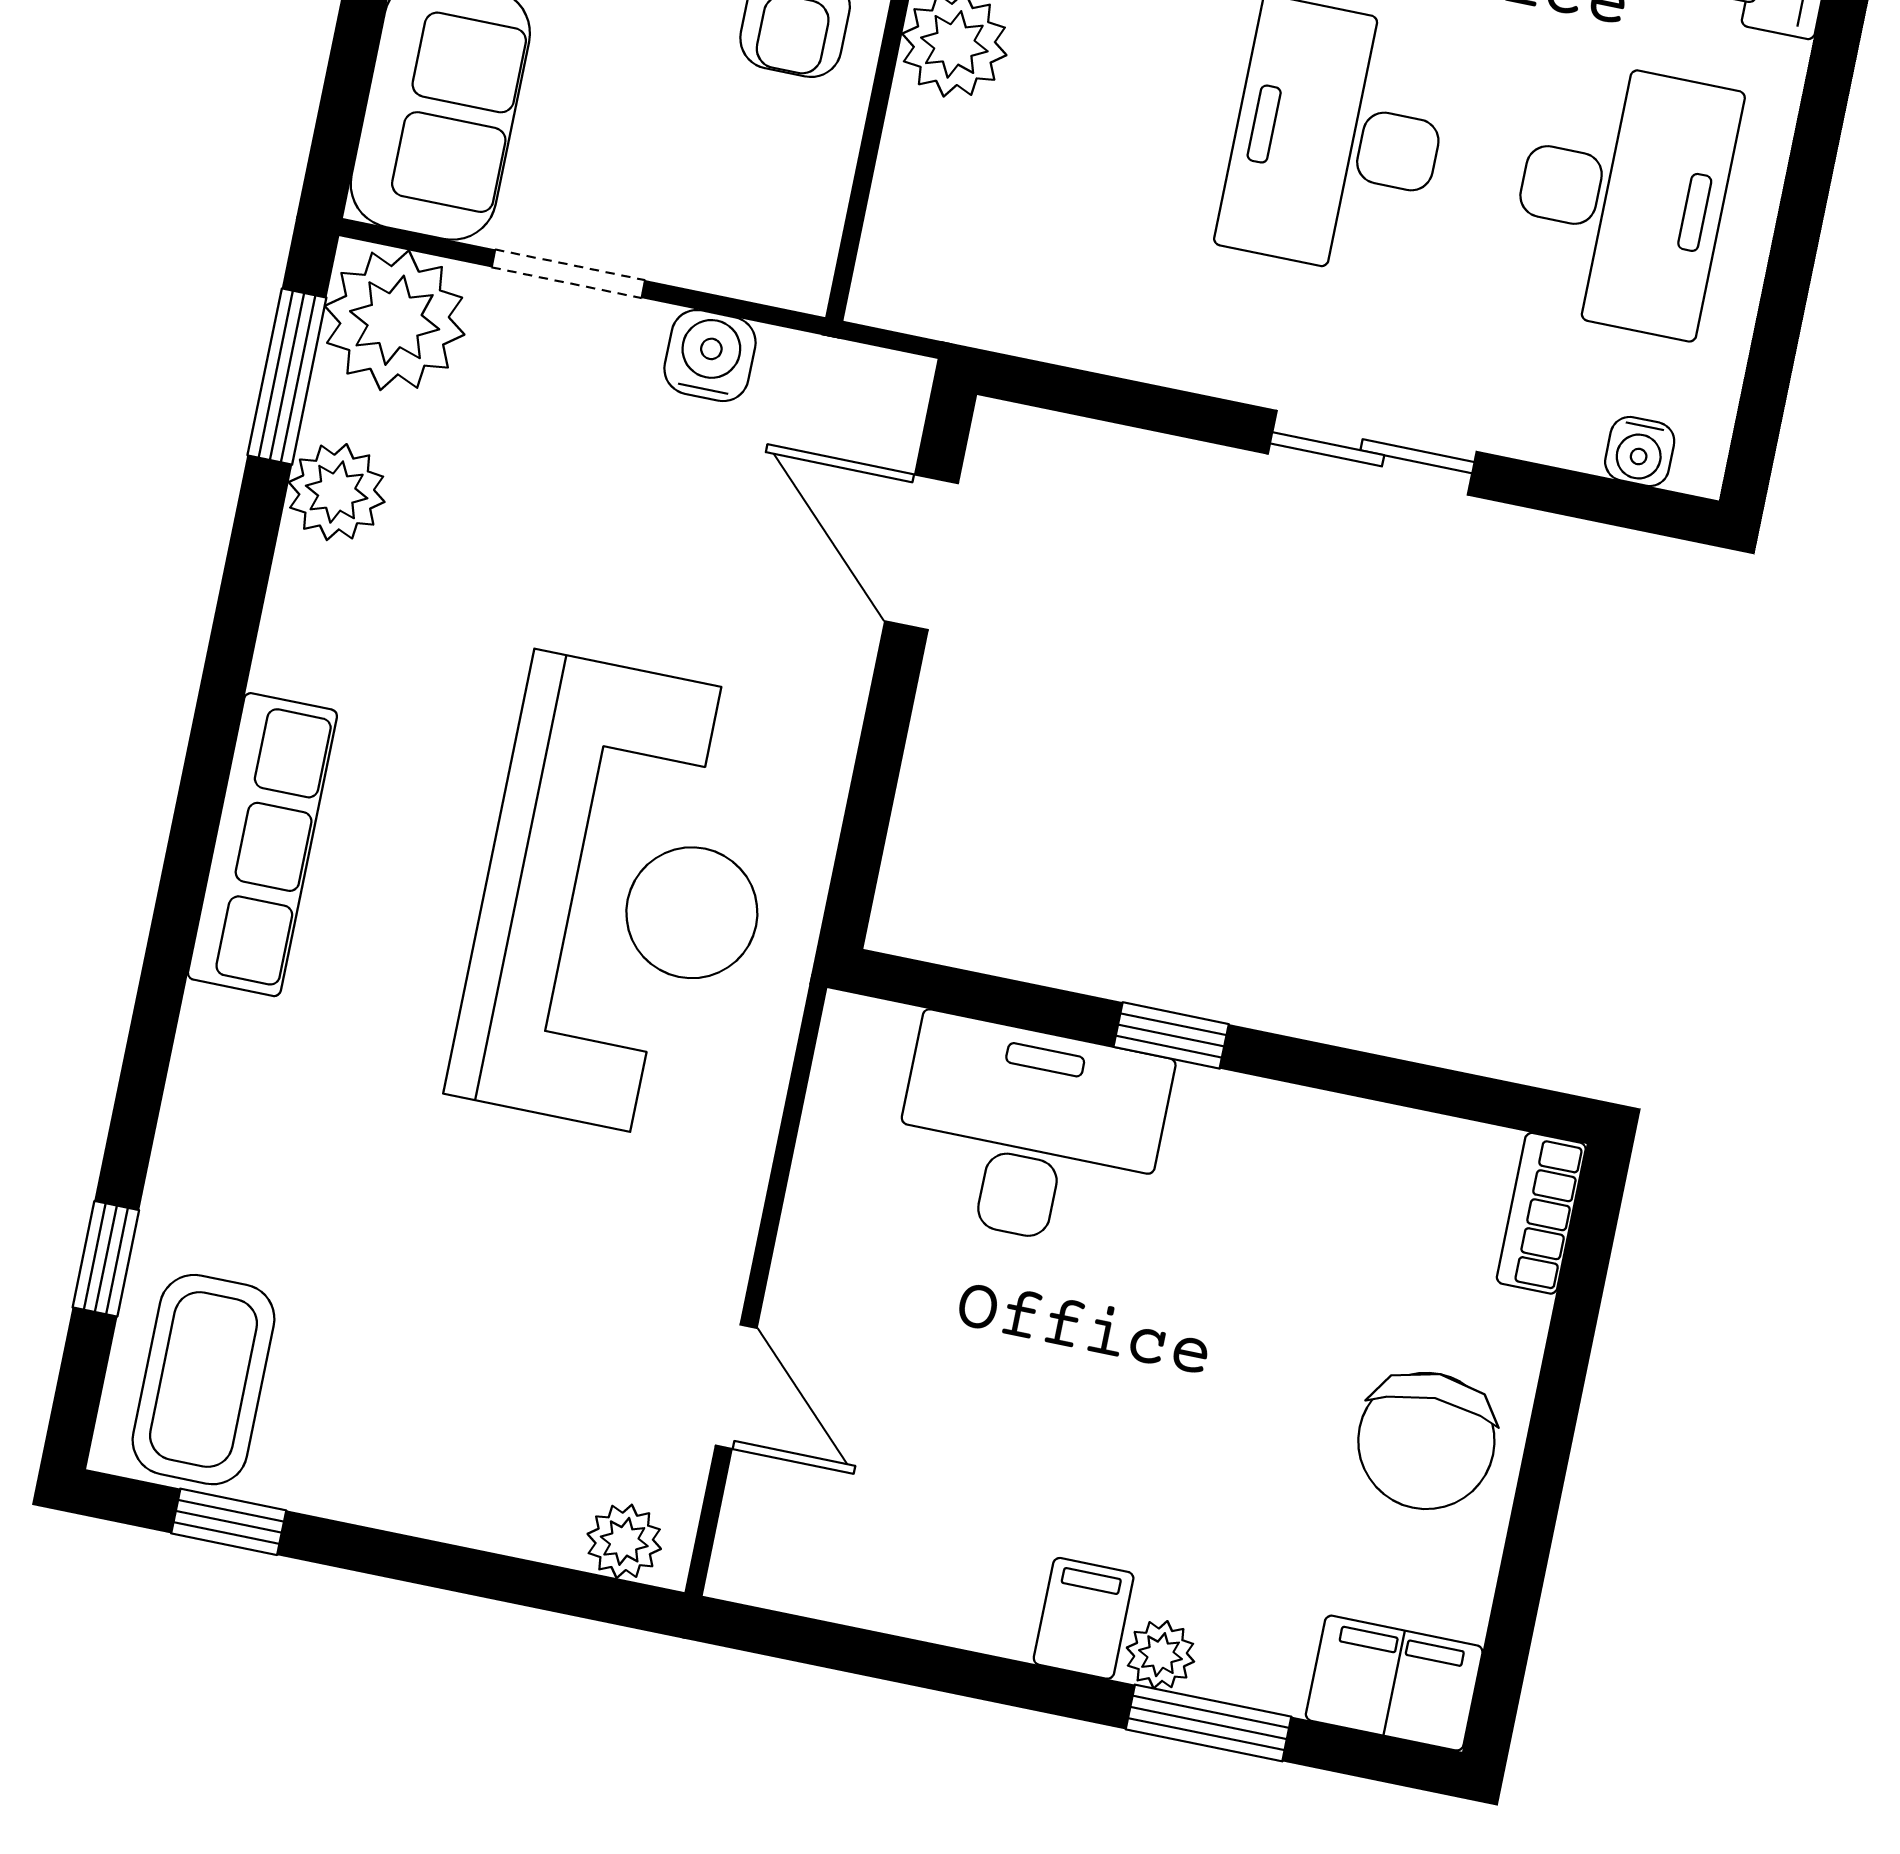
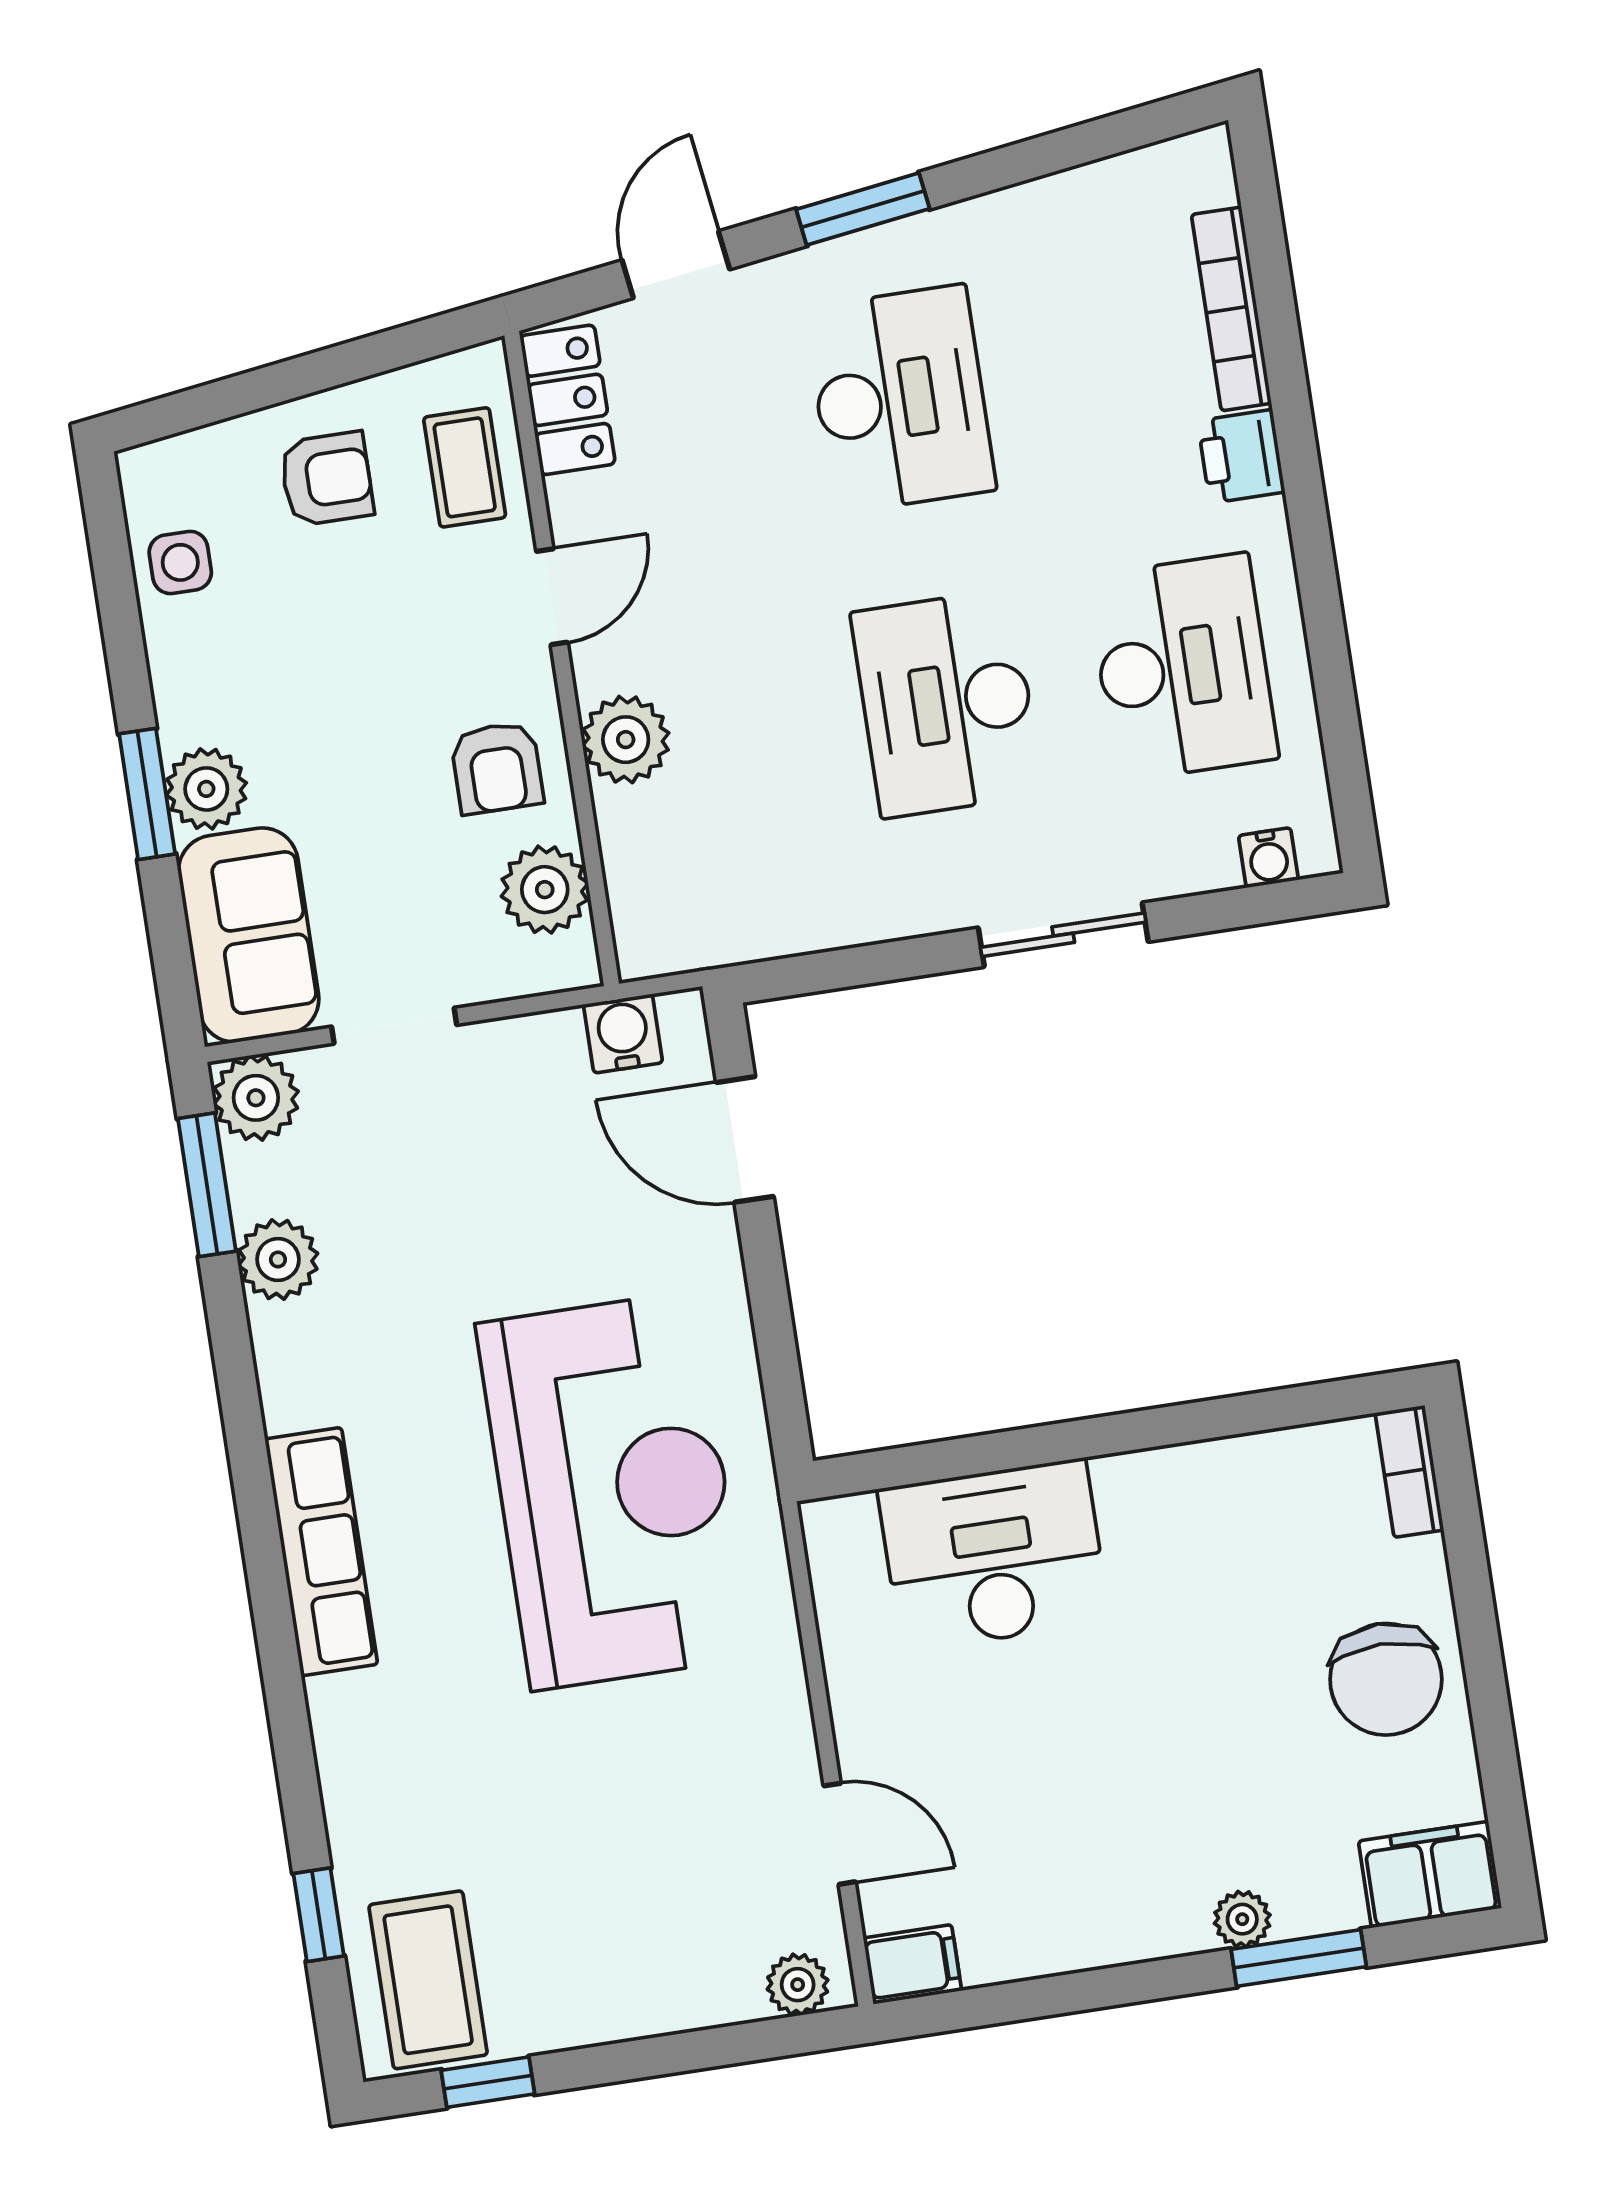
plant: (798, 182) -> (545, 890), added
plant: (395, 320) -> (256, 1098), width x0.73, depth x0.73
water cooler: (710, 356) -> (623, 1034), moved
window: (1171, 1035) -> (1074, 1440), removed
filing cabinet: (1084, 1618) -> (912, 1964), moved, turned 90

